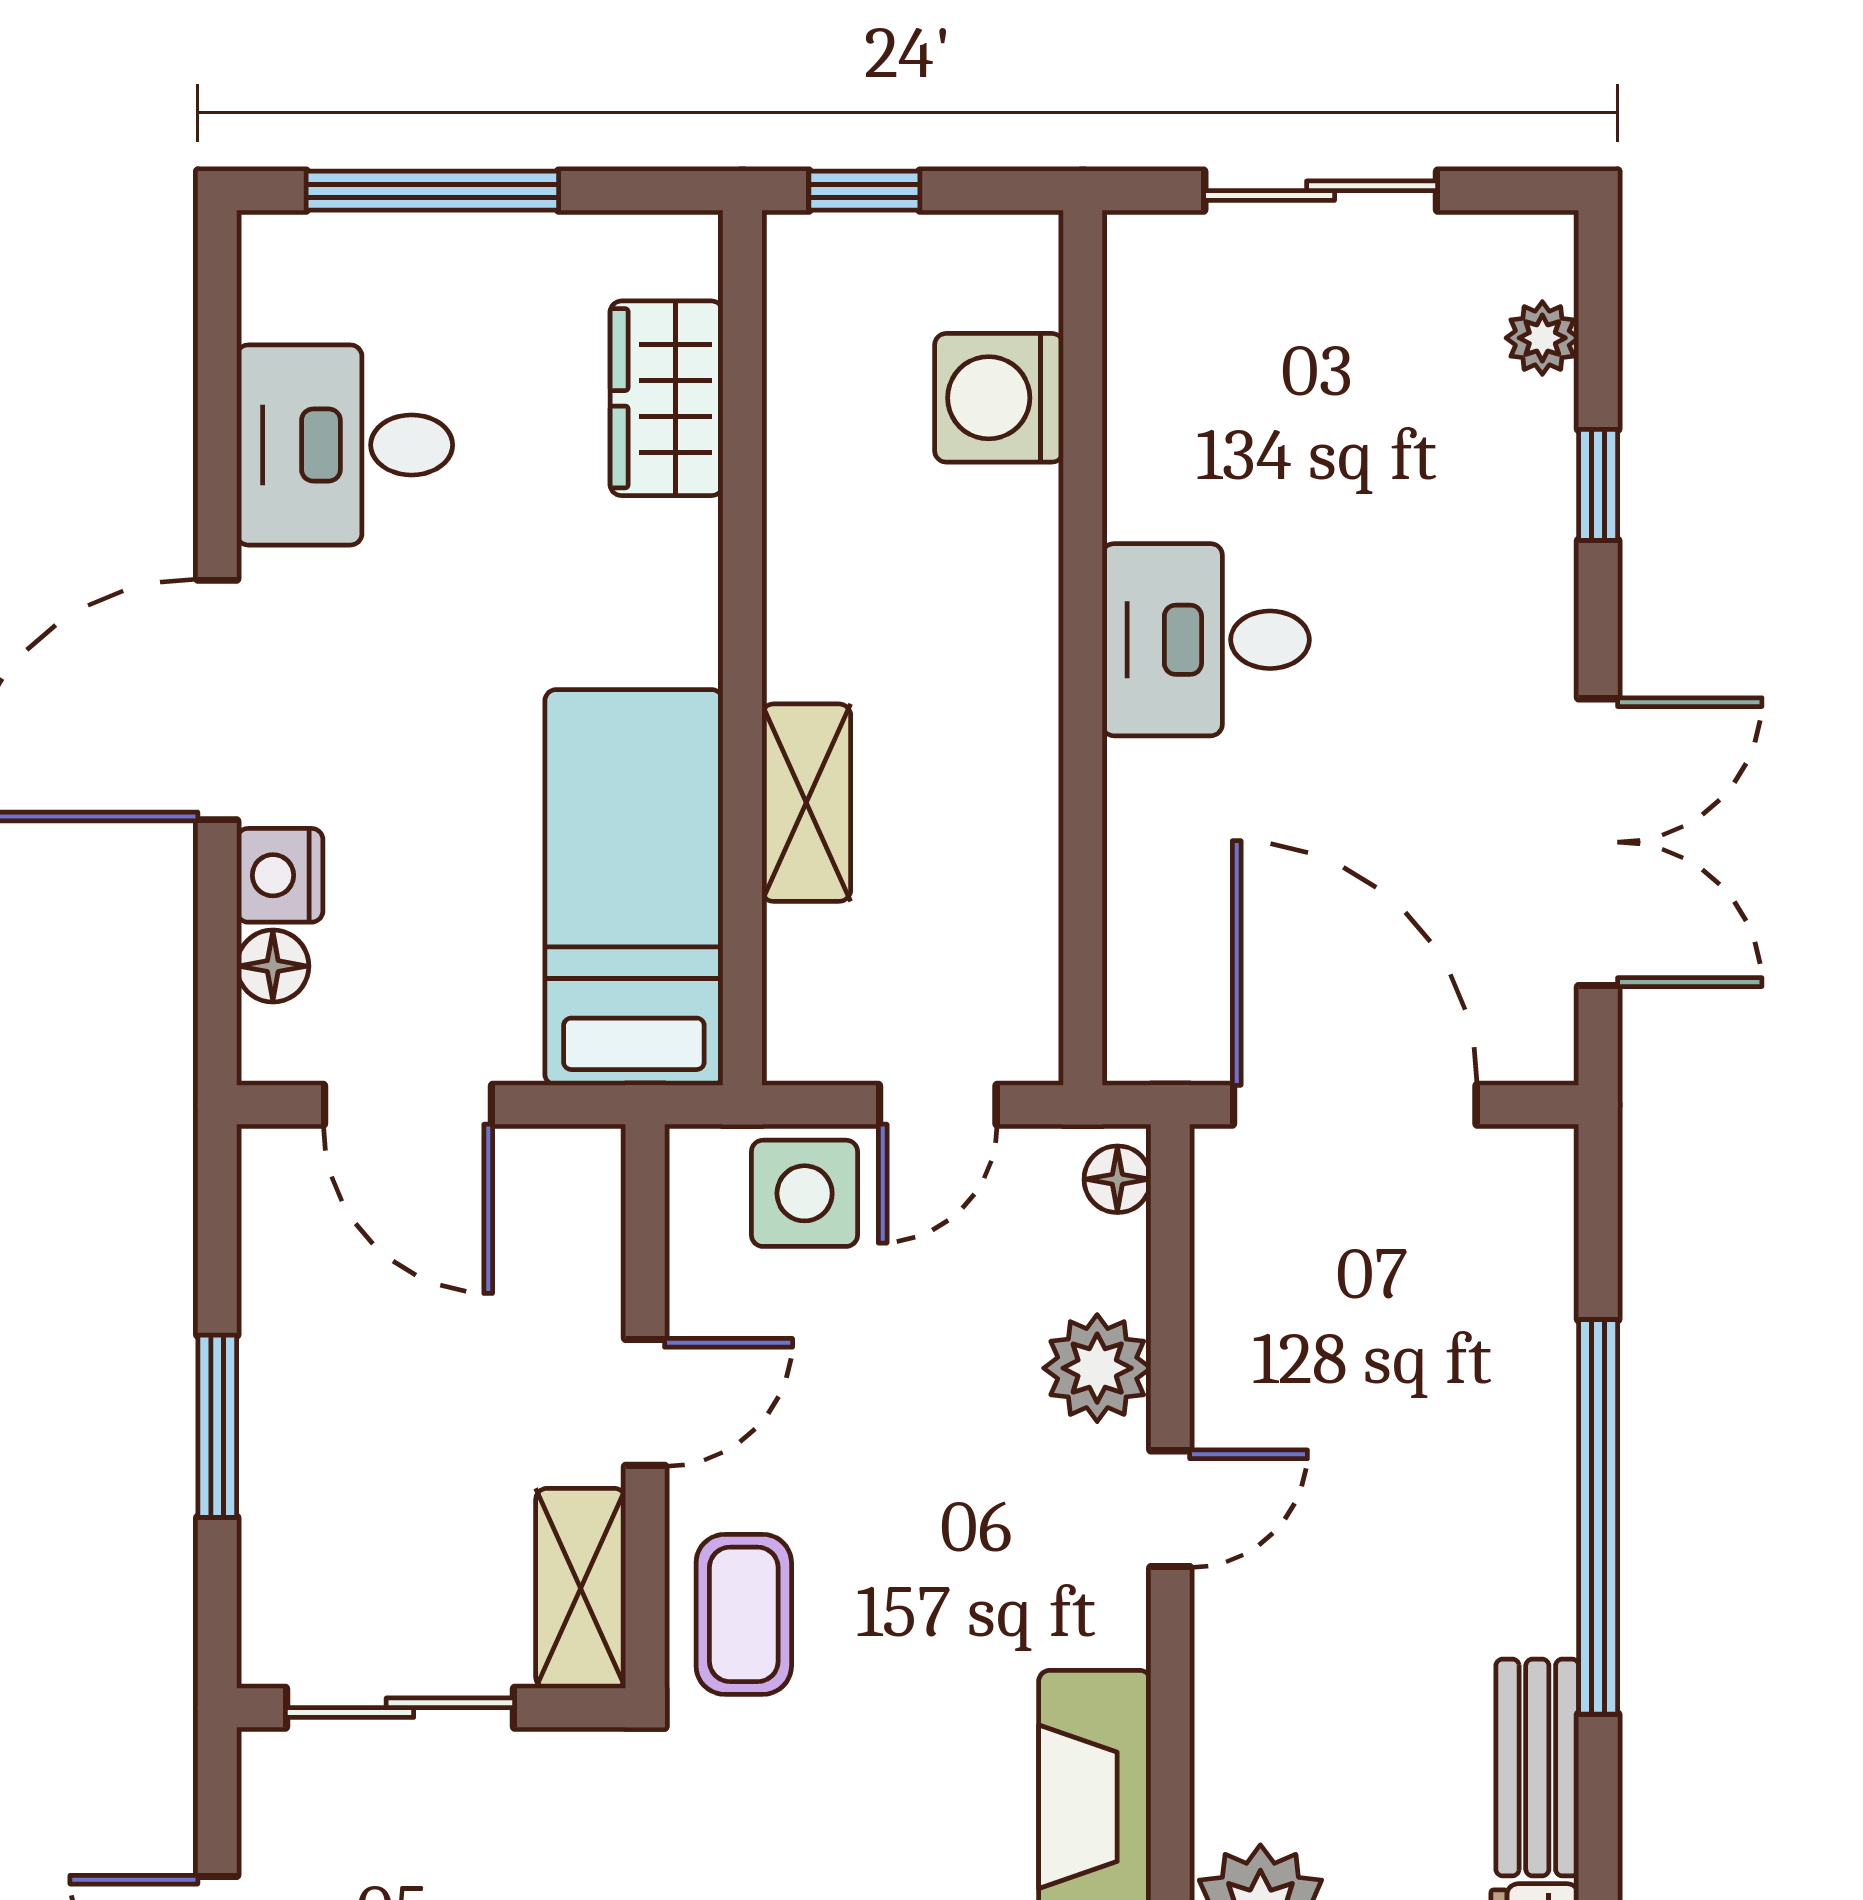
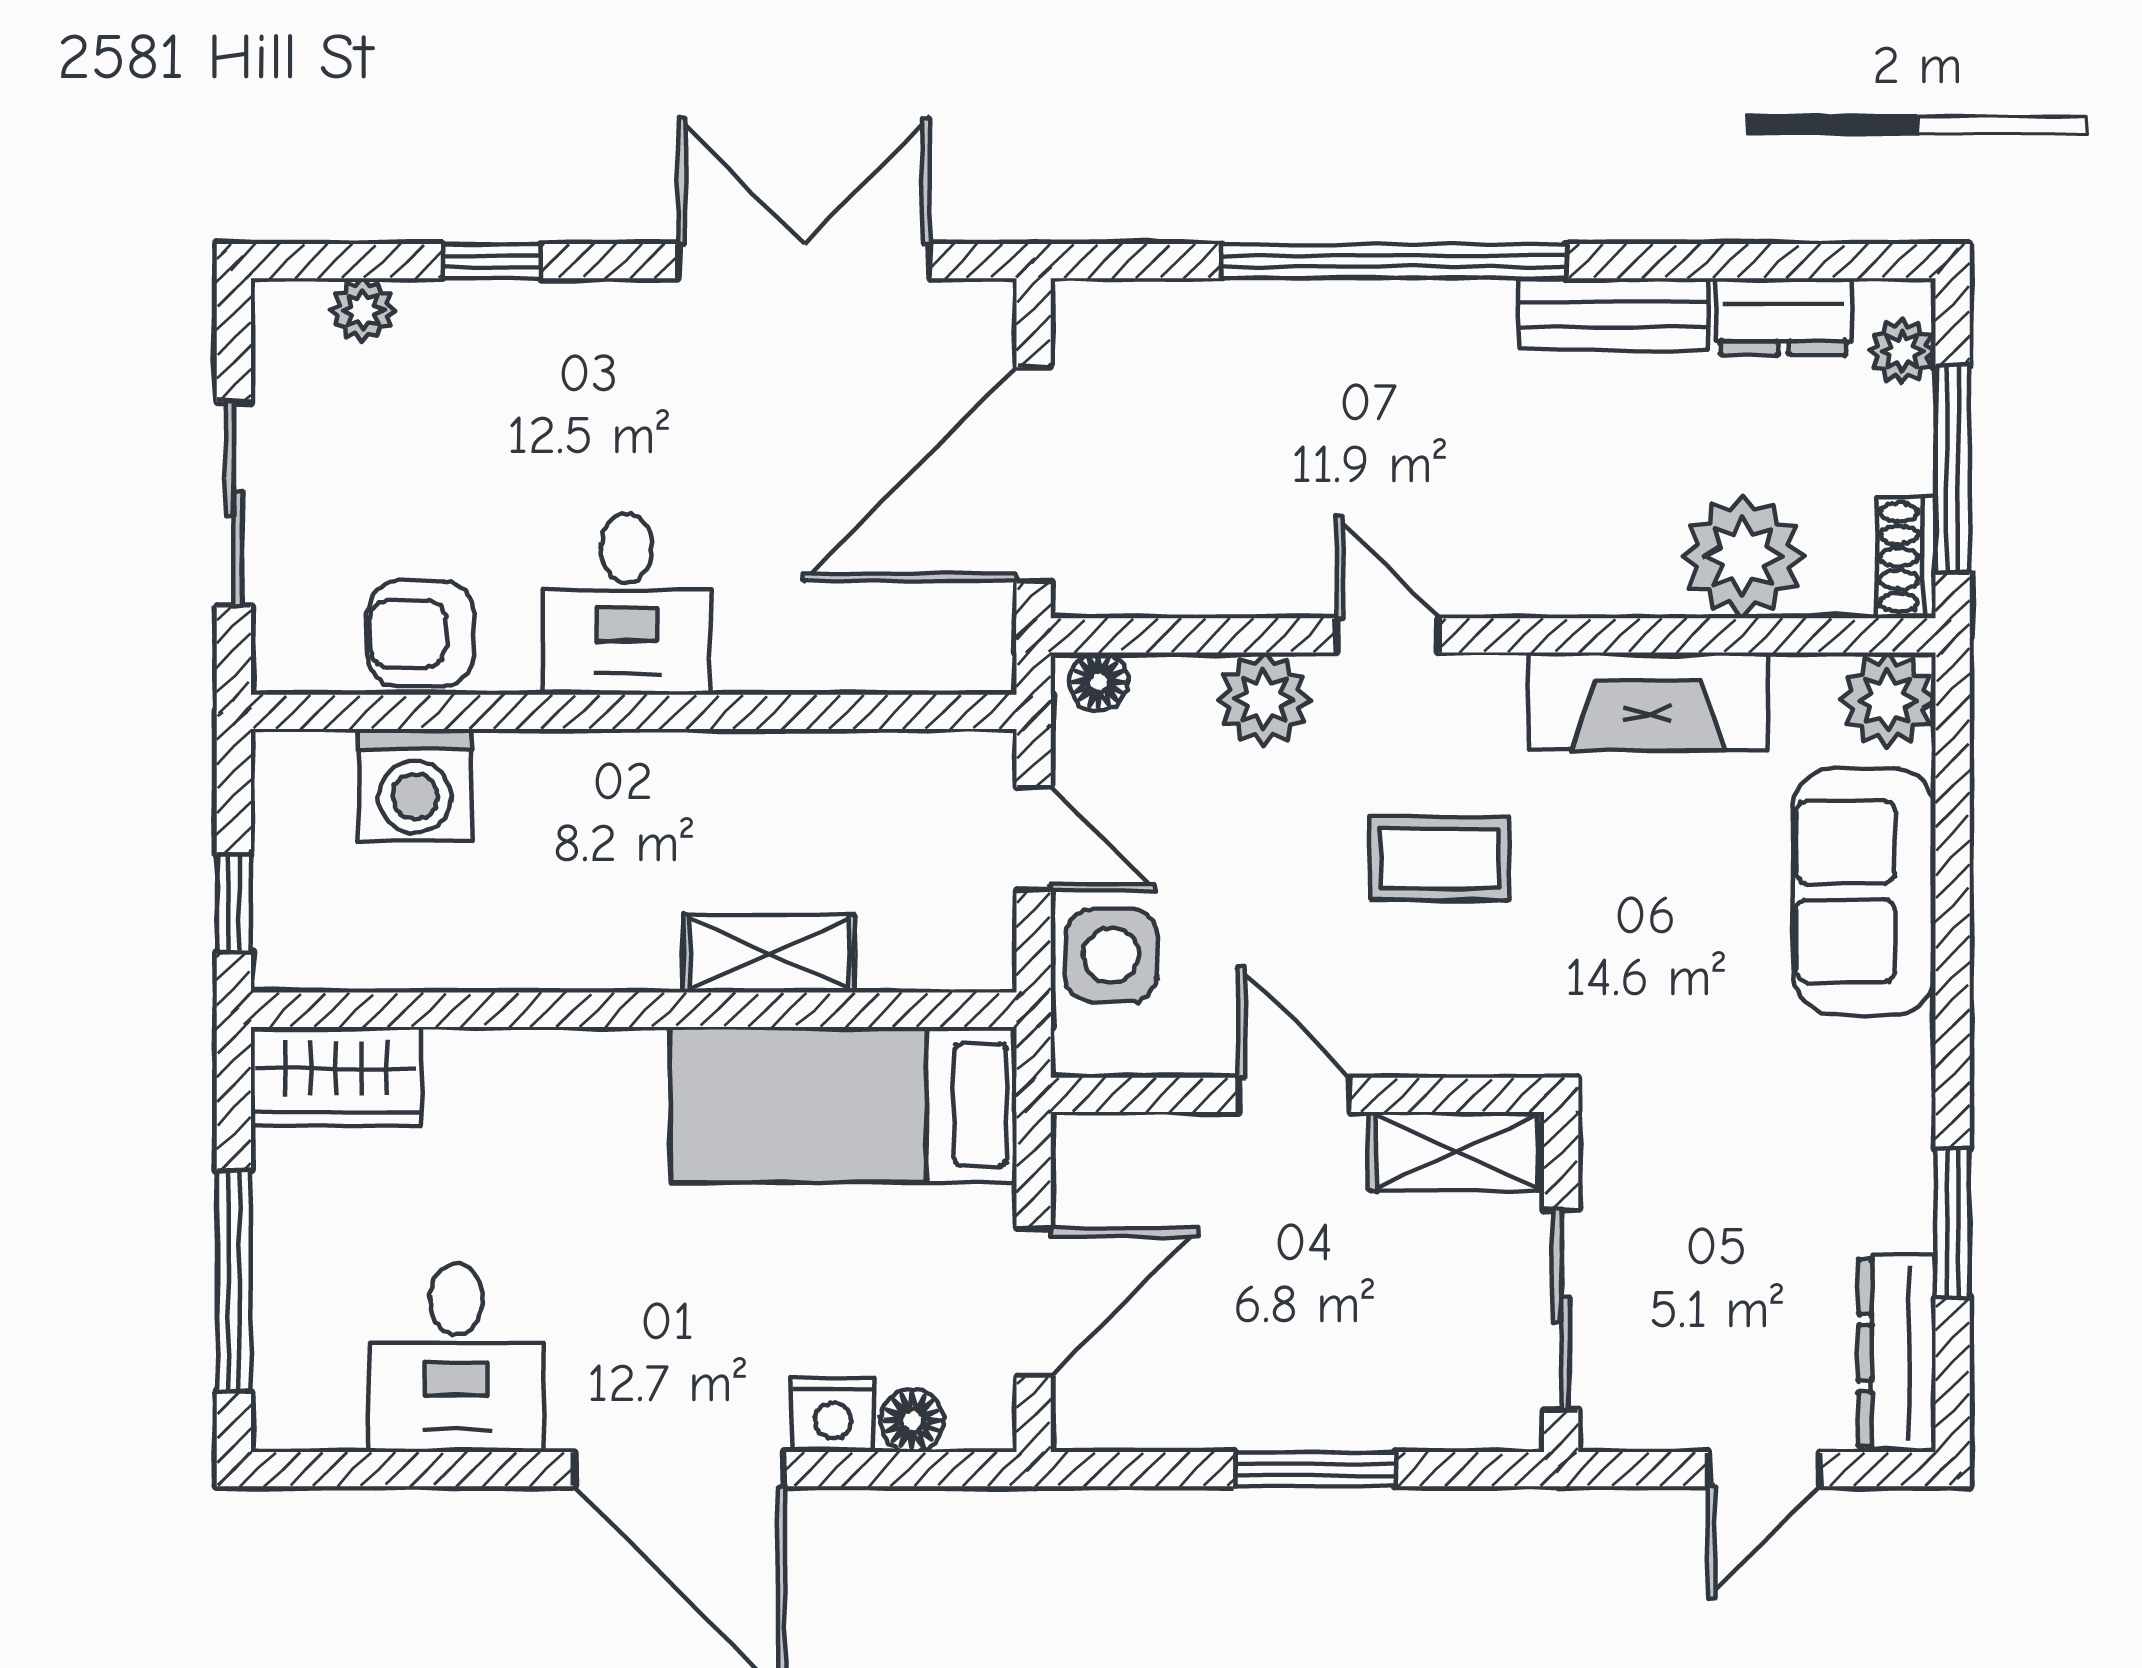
wardrobe: (667, 398) -> (336, 1076), moved
armchair: (1172, 404) -> (421, 634), added
coffee table: (744, 1614) -> (1439, 859), moved

